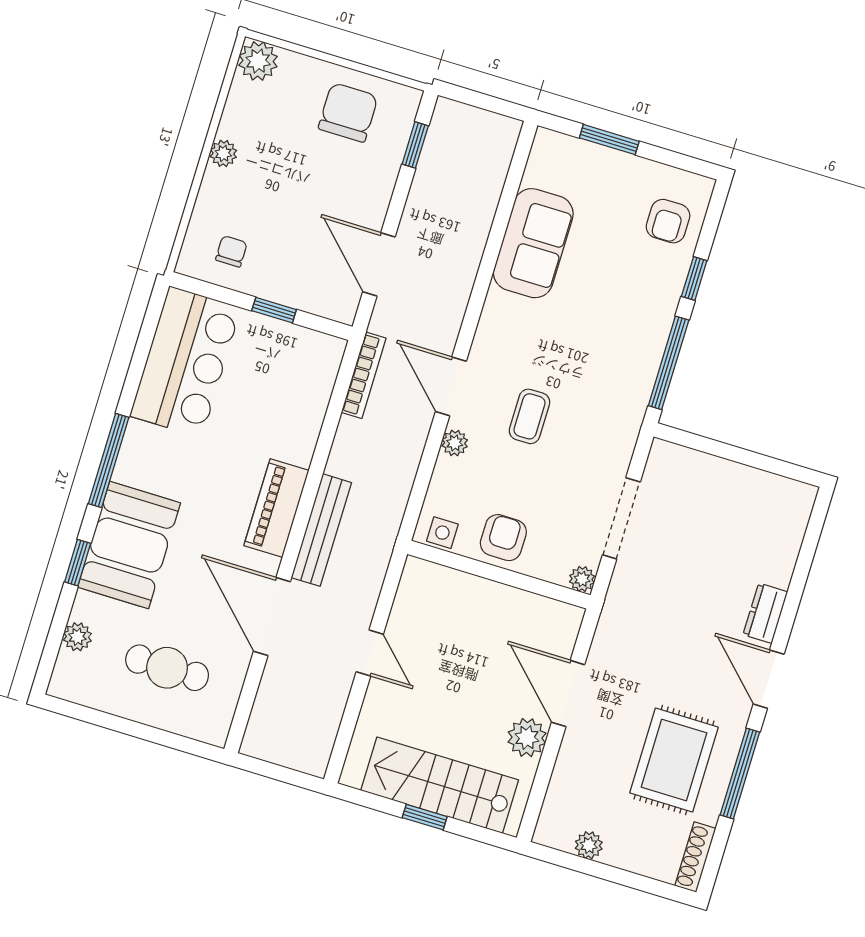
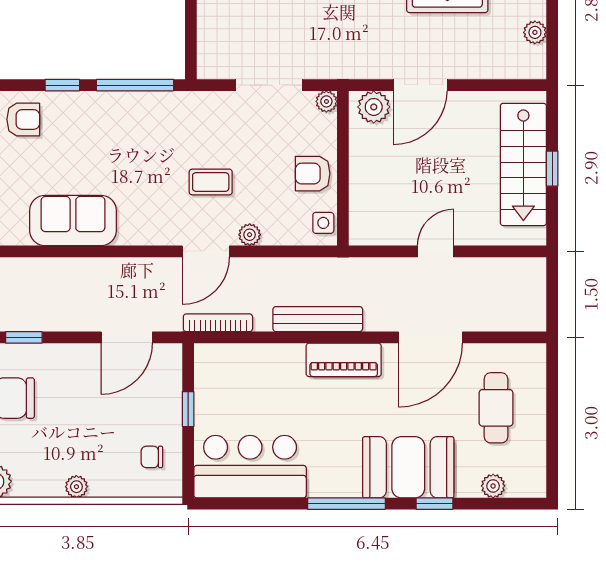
bench: (321, 530) -> (318, 319), moved
plant: (527, 738) -> (374, 107), moved

